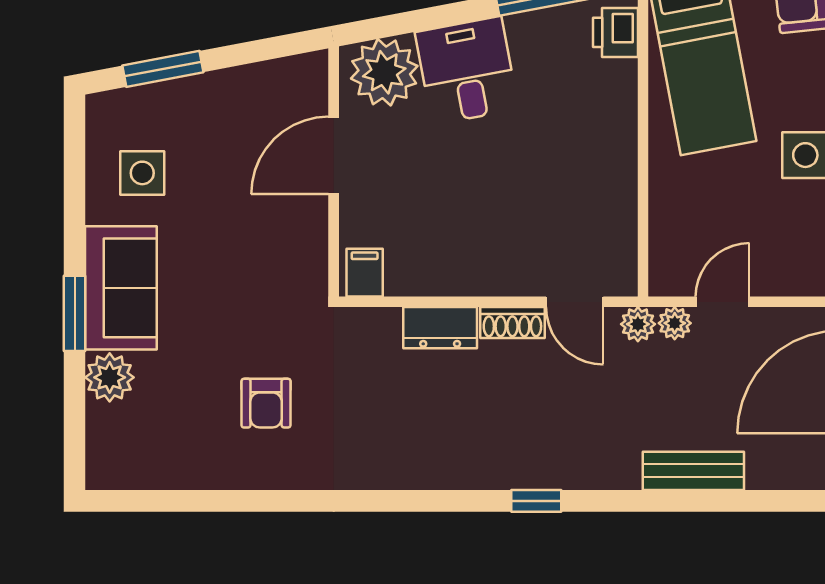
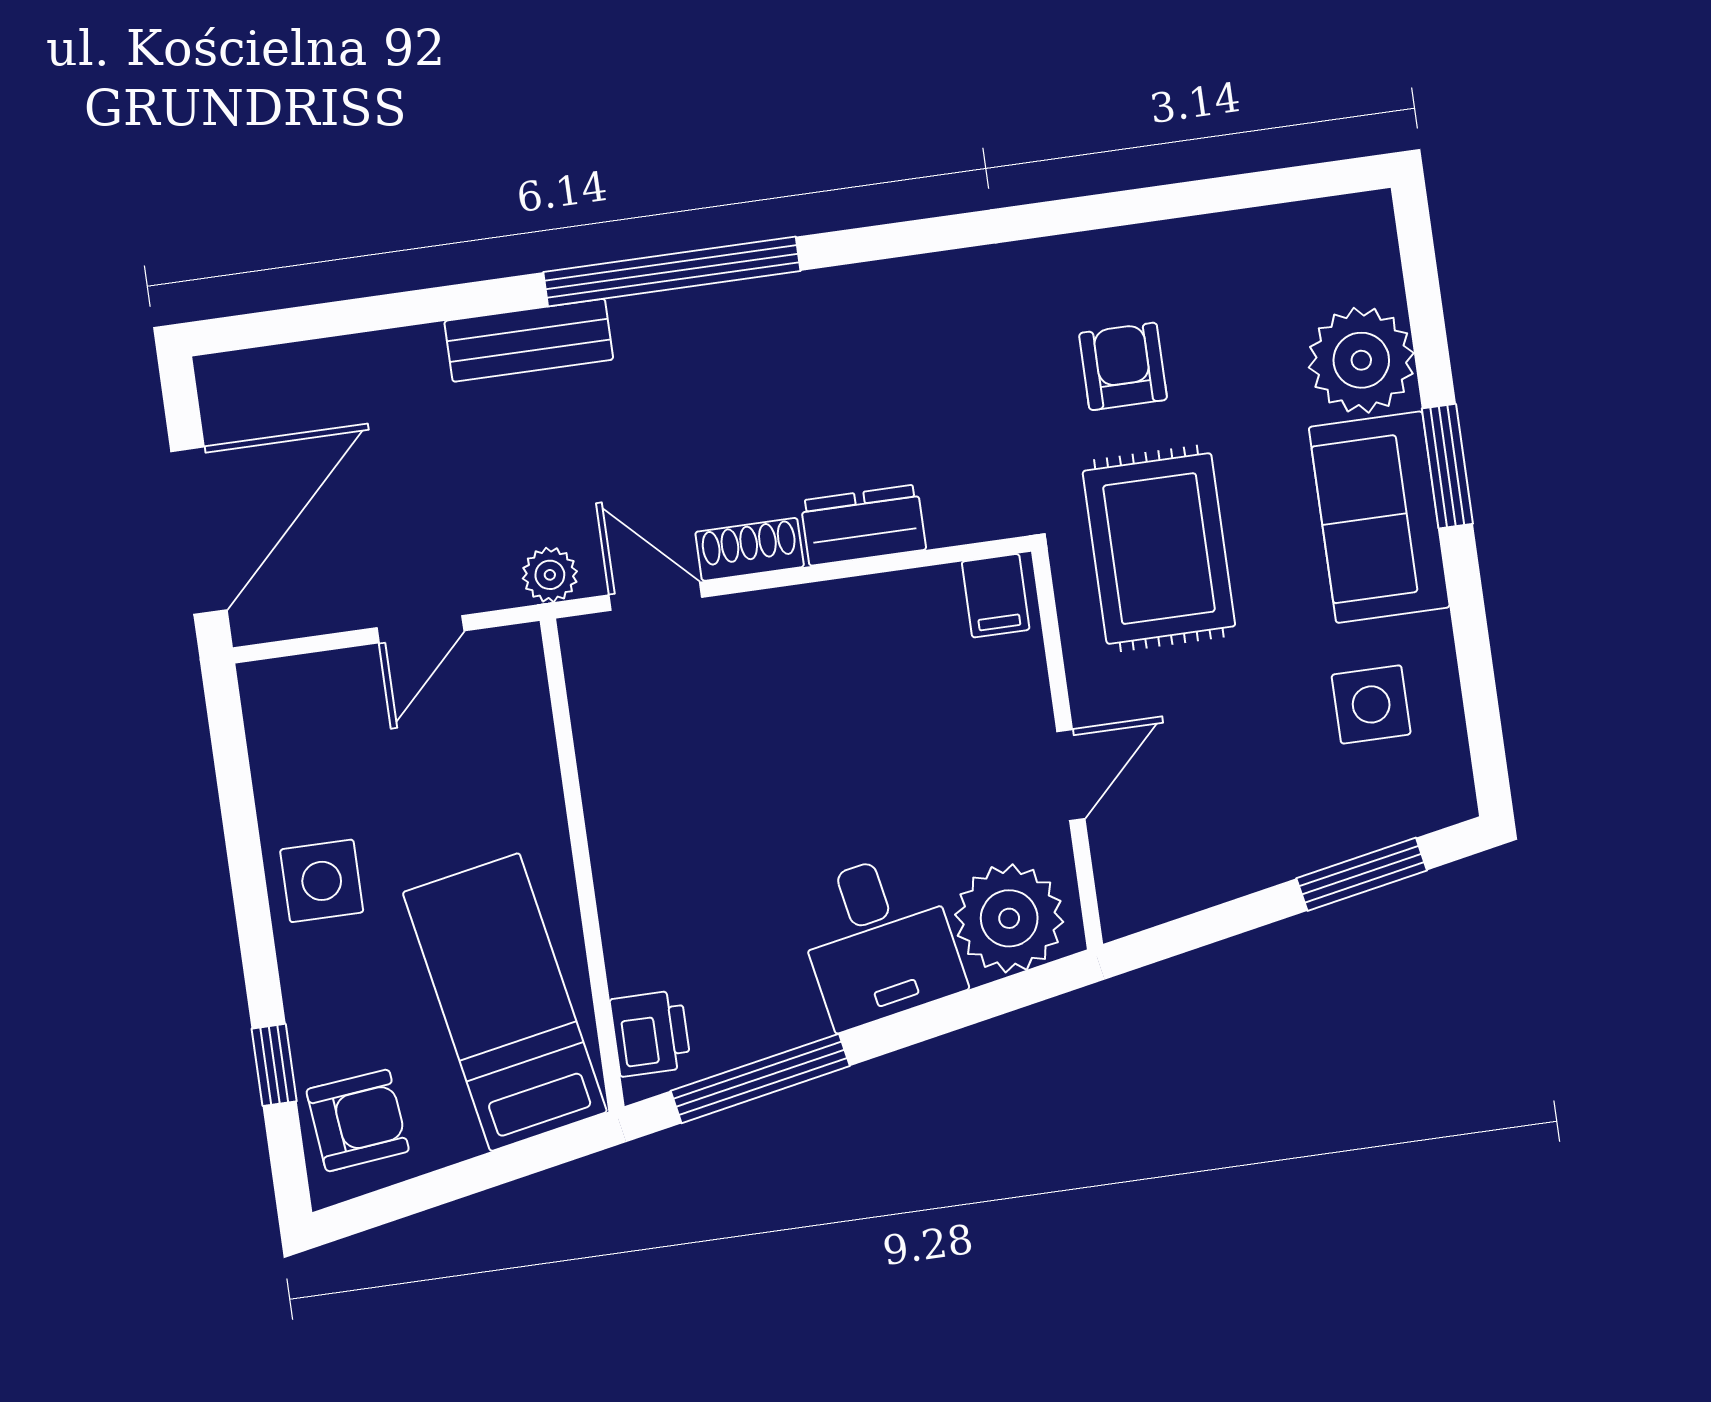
door: (334, 155) -> (1071, 775), width x0.73
rug: (260, 288) -> (1159, 549), added
plant: (675, 323) -> (492, 585), removed
plant: (110, 377) -> (1361, 360), width x1.36, depth x1.36
bench: (693, 471) -> (529, 340), moved
window: (536, 501) -> (672, 272), width x3.17

